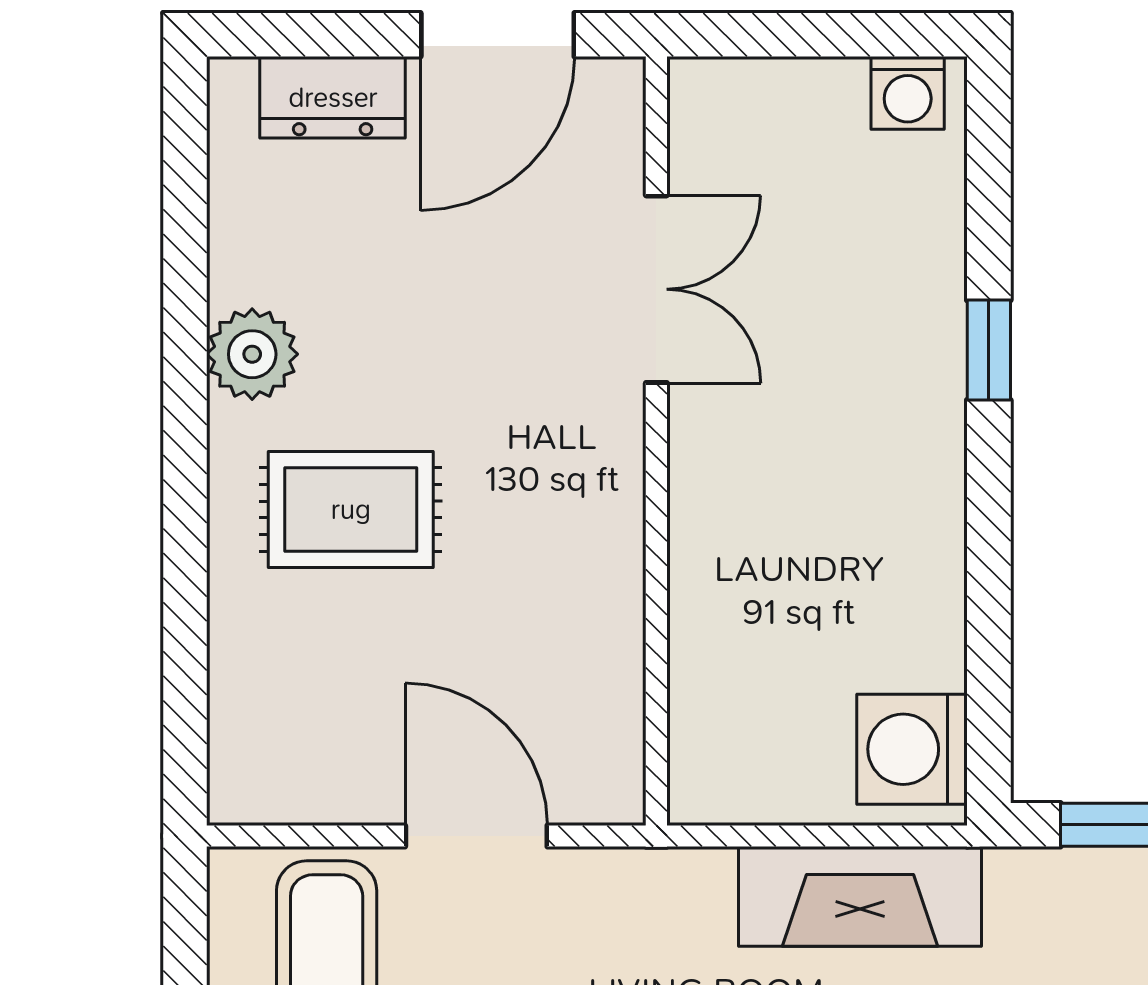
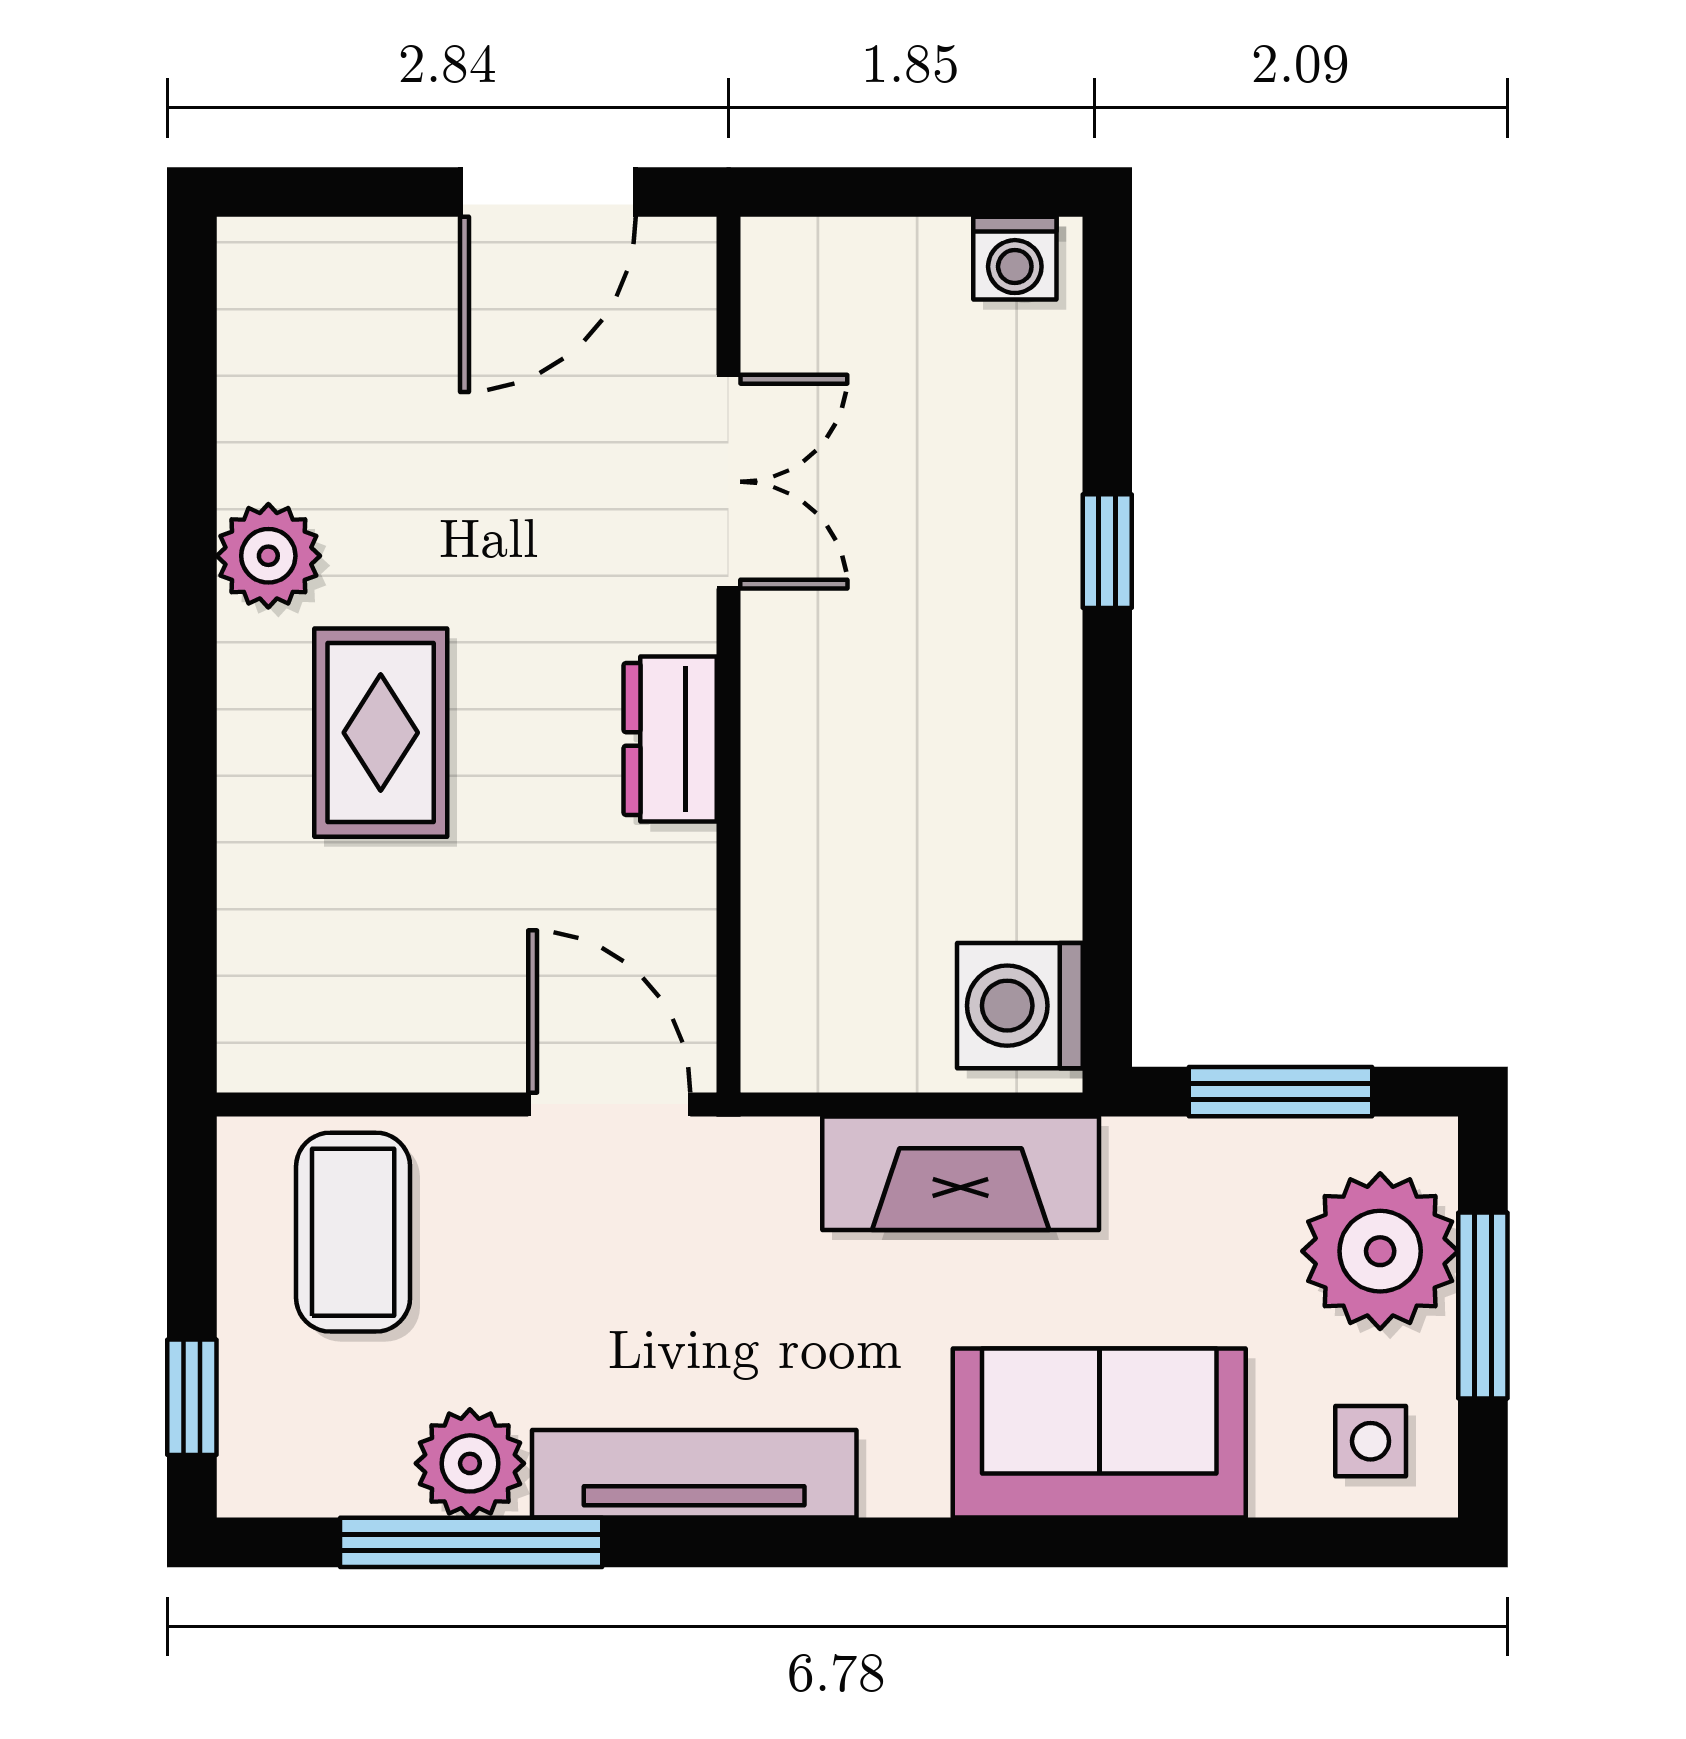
dresser: (333, 97) -> (670, 739), moved, turned 90
rug: (351, 509) -> (381, 733), turned 90
door: (476, 836) -> (609, 1104), moved

